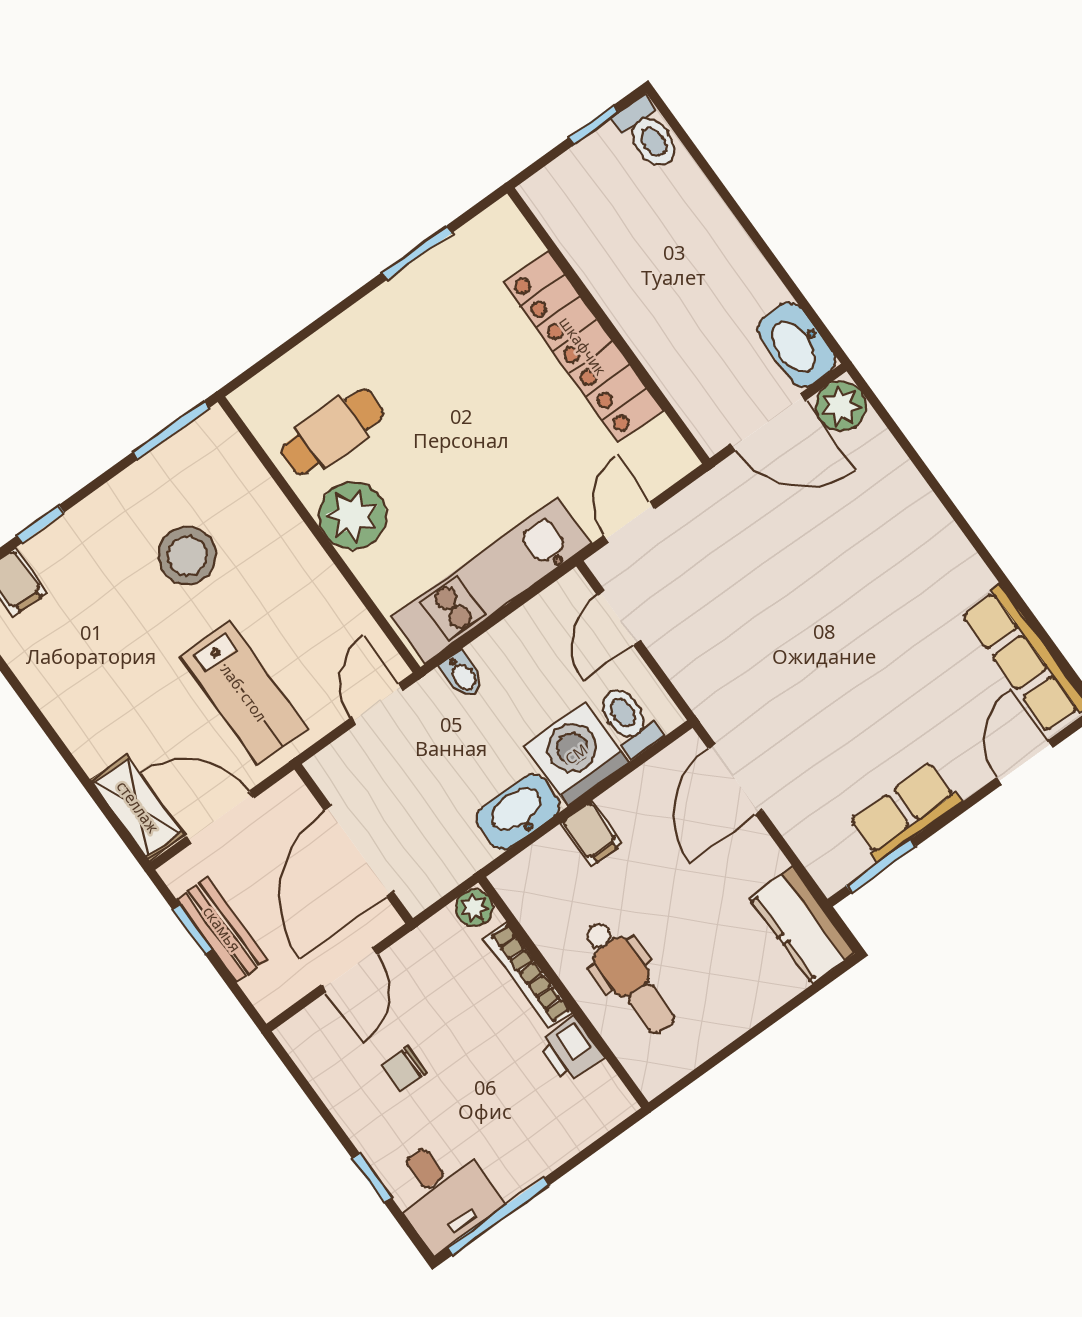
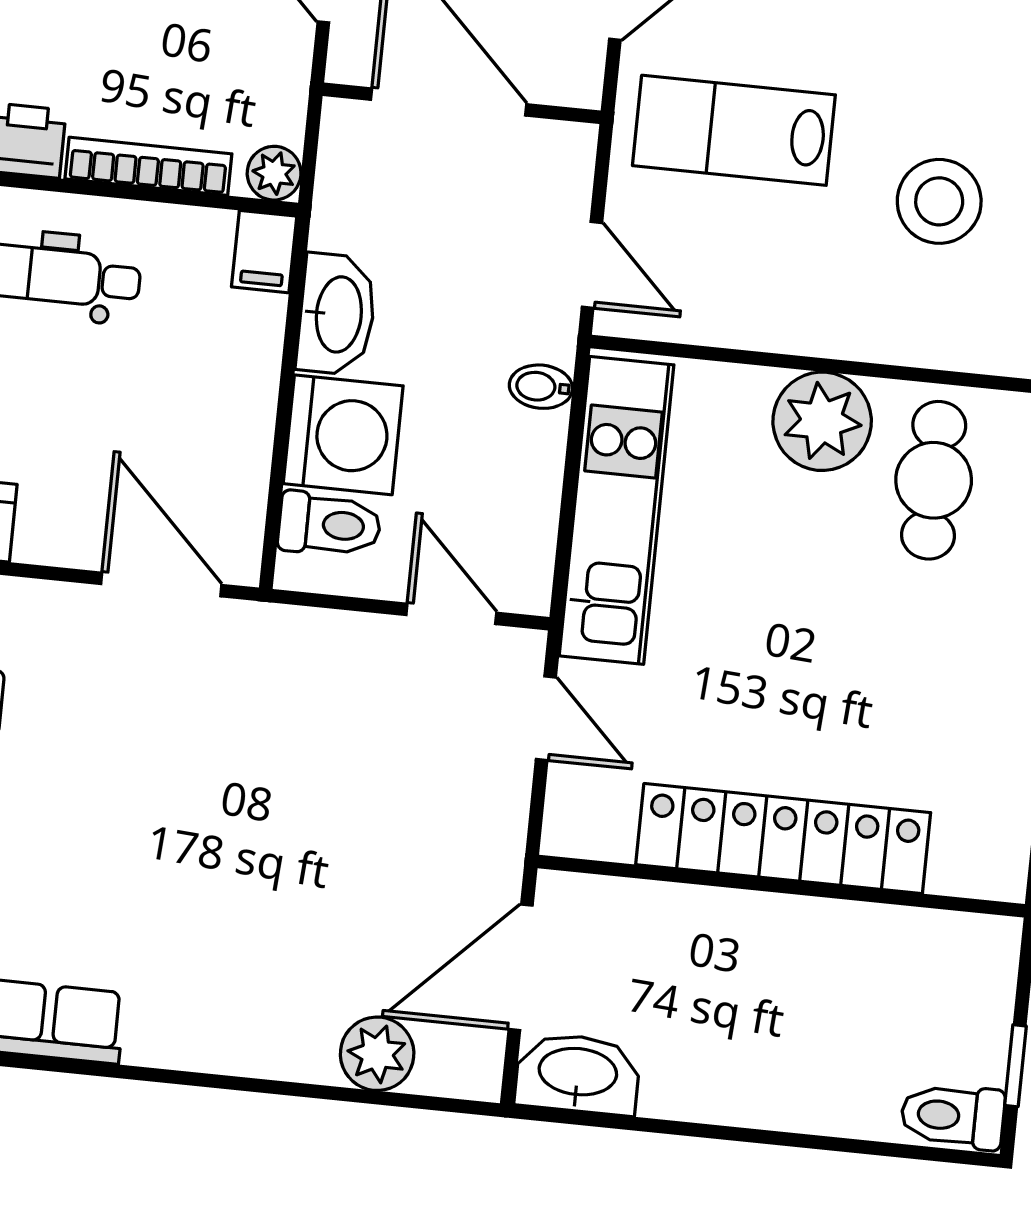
plant: (841, 406) -> (377, 1054), moved
filing cabinet: (591, 833) -> (264, 252), moved, turned -90

